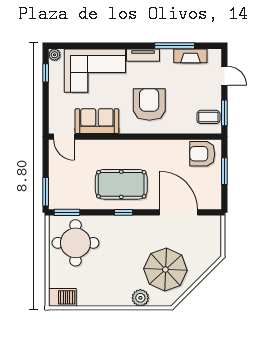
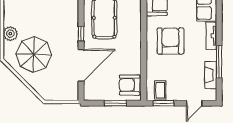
armchair: (149, 104) -> (170, 41), turned -90
armchair: (202, 154) -> (130, 85), turned -90
window: (124, 212) -> (81, 34), moved

